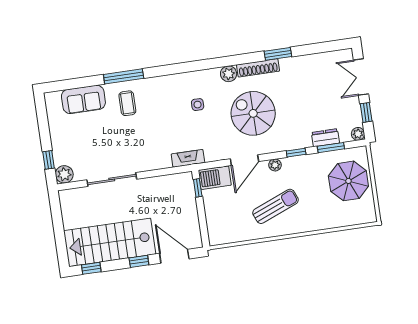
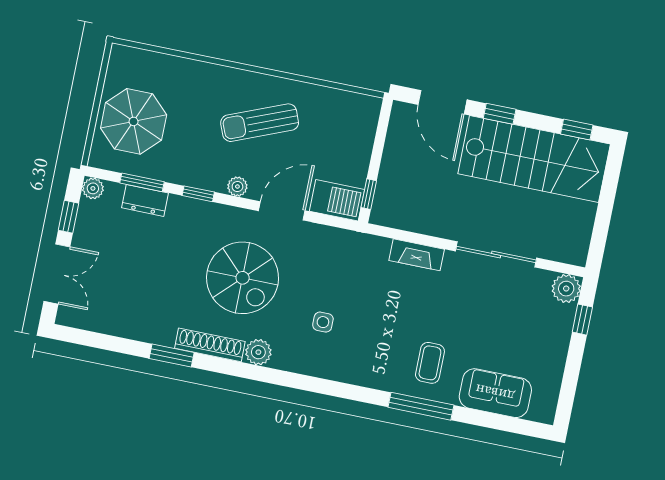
fireplace: (188, 158) -> (417, 255), moved

